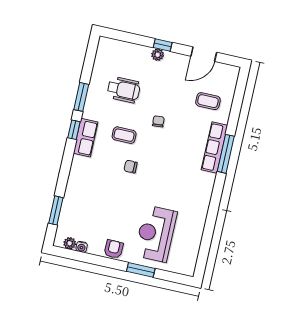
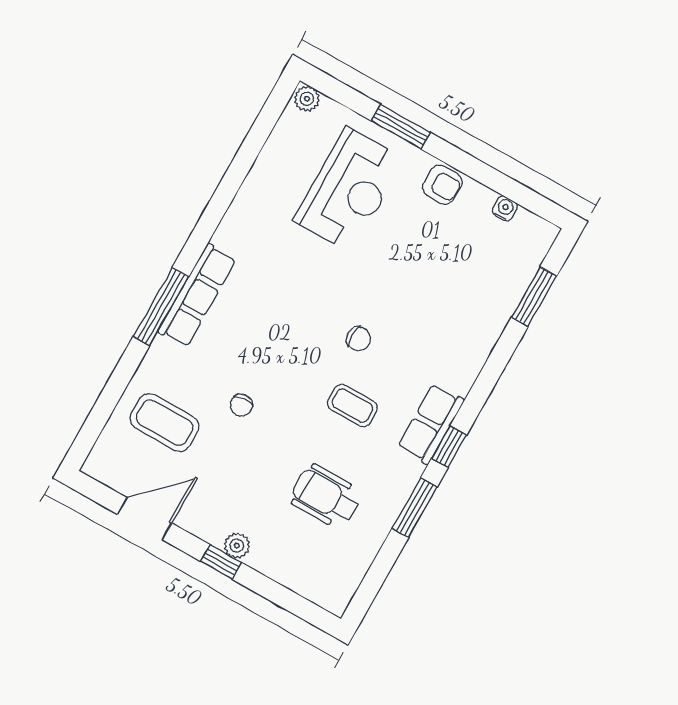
coffee table: (208, 101) -> (165, 423), width x1.36, depth x1.30
chair: (158, 121) -> (241, 405), moved
row of seats: (214, 147) -> (197, 295), moved
plant: (70, 243) -> (307, 99), moved
armchair: (114, 249) -> (442, 185), turned -91

